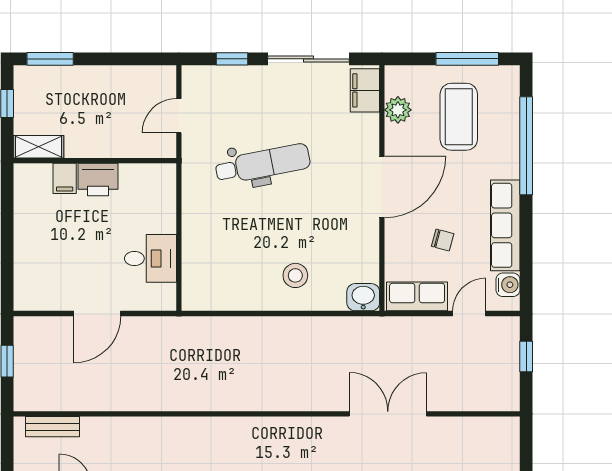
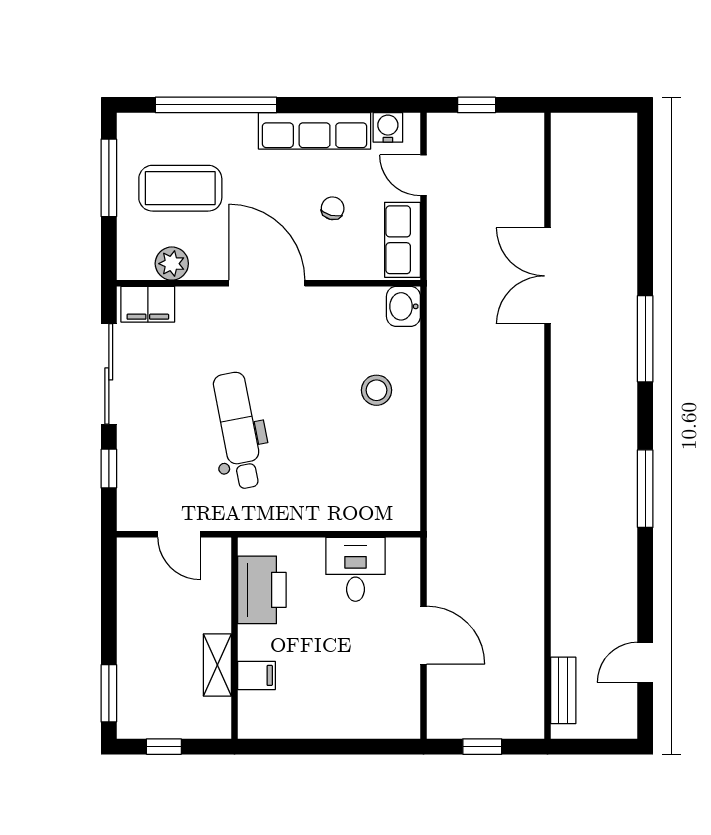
shelving: (38, 147) -> (217, 665), moved
printer: (98, 179) -> (262, 590), moved, width x1.37, depth x1.19

